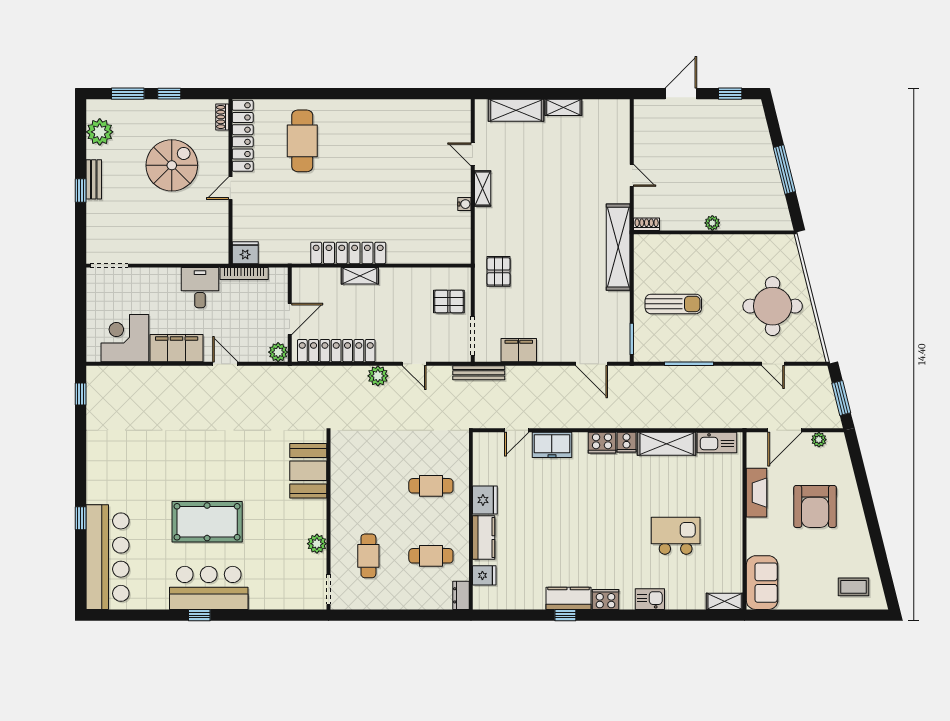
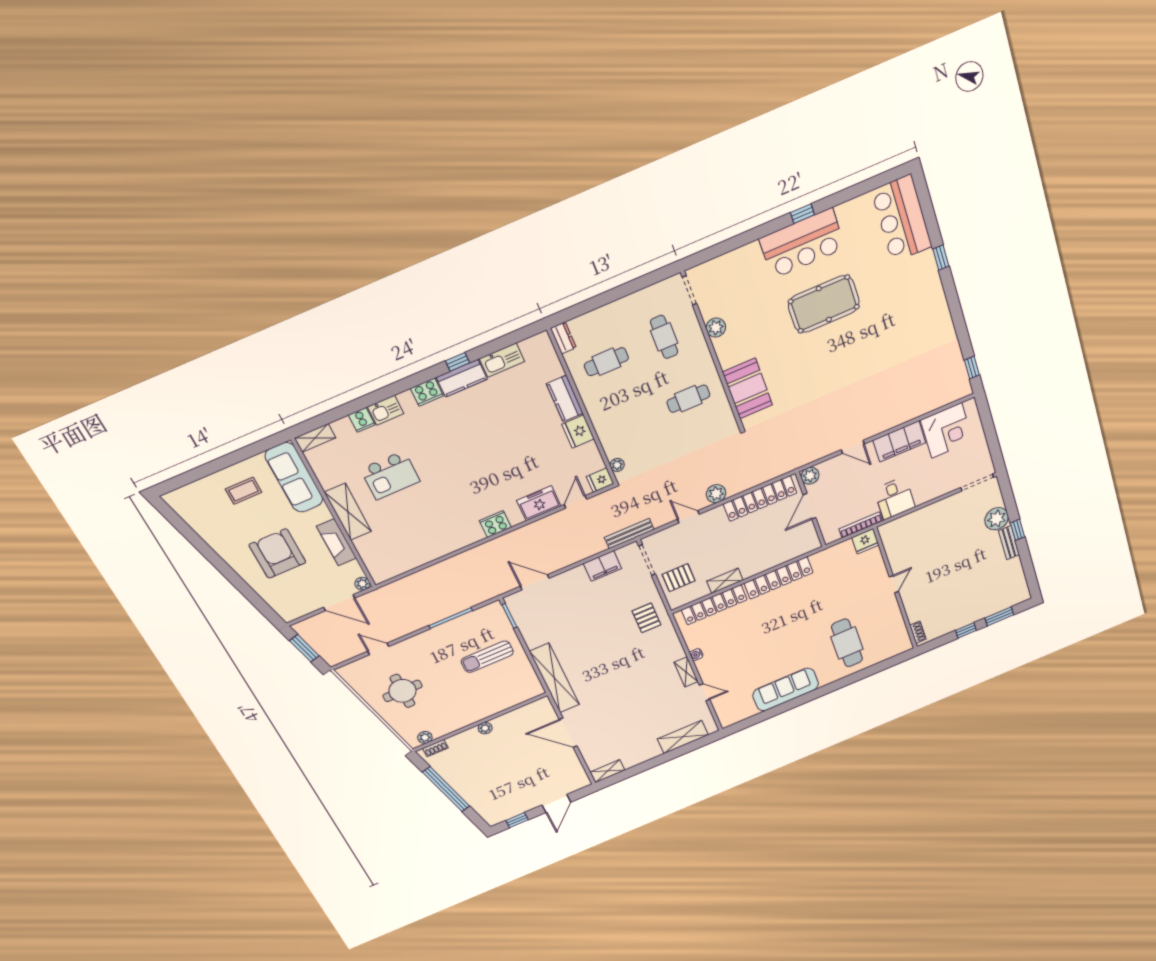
shelving: (563, 107) -> (608, 771), moved
sofa: (386, 115) -> (786, 690), added
plant: (100, 132) -> (997, 519), moved
locker: (243, 136) -> (714, 605), moved, turned -90
spiral stairs: (172, 165) -> (948, 580), removed
window: (784, 170) -> (446, 789), width x1.46
door: (632, 175) -> (568, 733), width x1.88
shoe rack: (647, 224) -> (435, 748), moved
plant: (776, 242) -> (425, 737), added
shelving: (360, 276) -> (725, 581), moved
round table: (773, 306) -> (402, 691), width x0.73, depth x0.73
door: (785, 430) -> (339, 603), swing flipped
plant: (819, 440) -> (362, 584), moved
cooker: (626, 442) -> (362, 420), moved, turned 180
kitchen sink: (717, 442) -> (502, 360), moved, turned 180
shelving: (667, 444) -> (348, 512), moved, turned 90
plant: (462, 450) -> (617, 465), added
cafe table: (431, 486) -> (688, 399), moved
bar counter: (108, 557) -> (902, 219), width x0.73
fridge: (484, 575) -> (600, 480), moved
sofa: (762, 583) -> (294, 478), width x1.36
coffee table: (854, 587) -> (244, 491), moved

